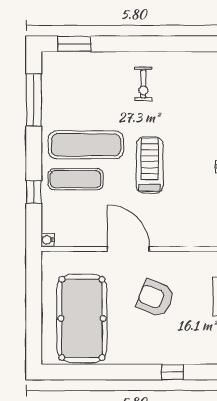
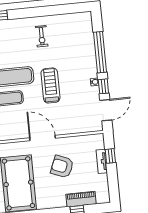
piano: (181, 354) -> (81, 199), added

